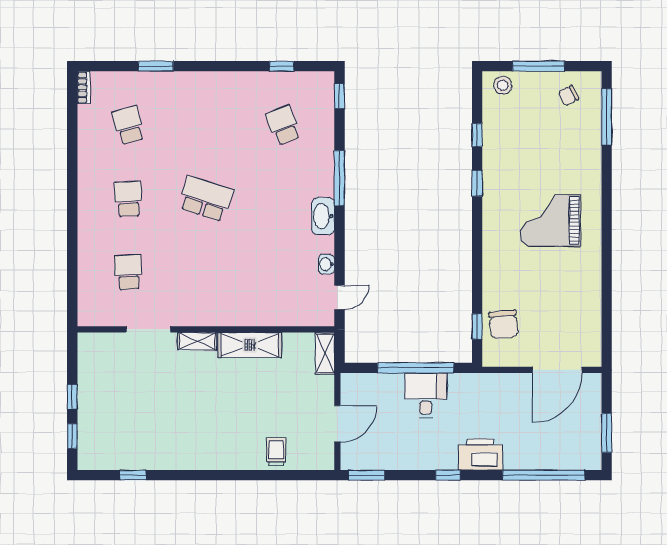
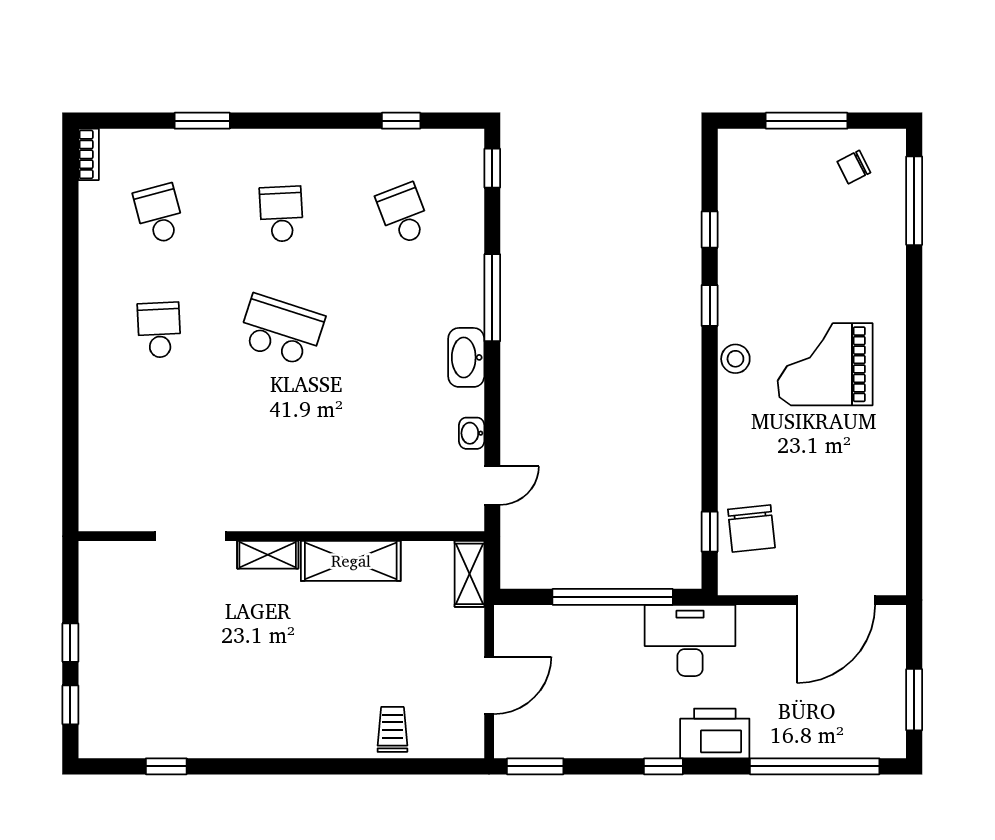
stool: (503, 85) -> (735, 359), moved
school desk: (128, 272) -> (281, 214), moved
desk: (426, 395) -> (690, 640), moved, width x1.37

